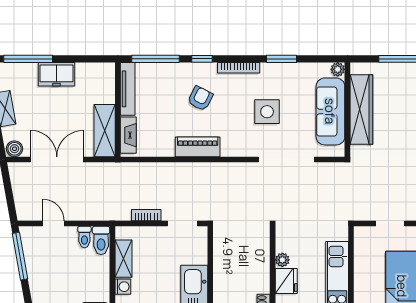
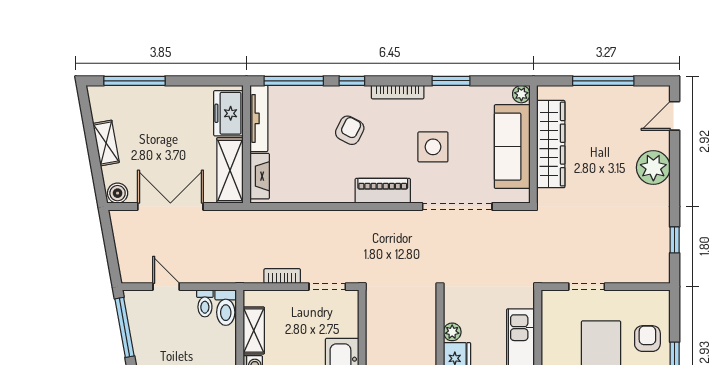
freezer: (57, 74) -> (228, 113), moved, turned 90
piano: (198, 147) -> (383, 191), moved

